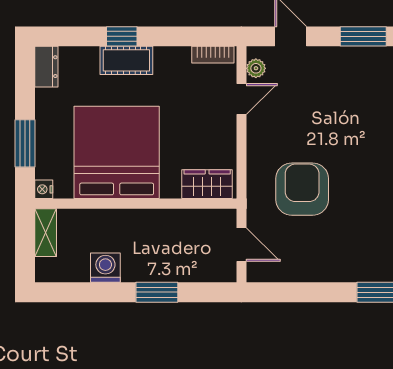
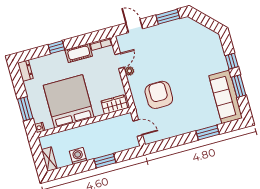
cot: (126, 60) -> (79, 53), moved
plant: (256, 68) -> (129, 71), moved
shelving: (46, 233) -> (49, 159), moved

